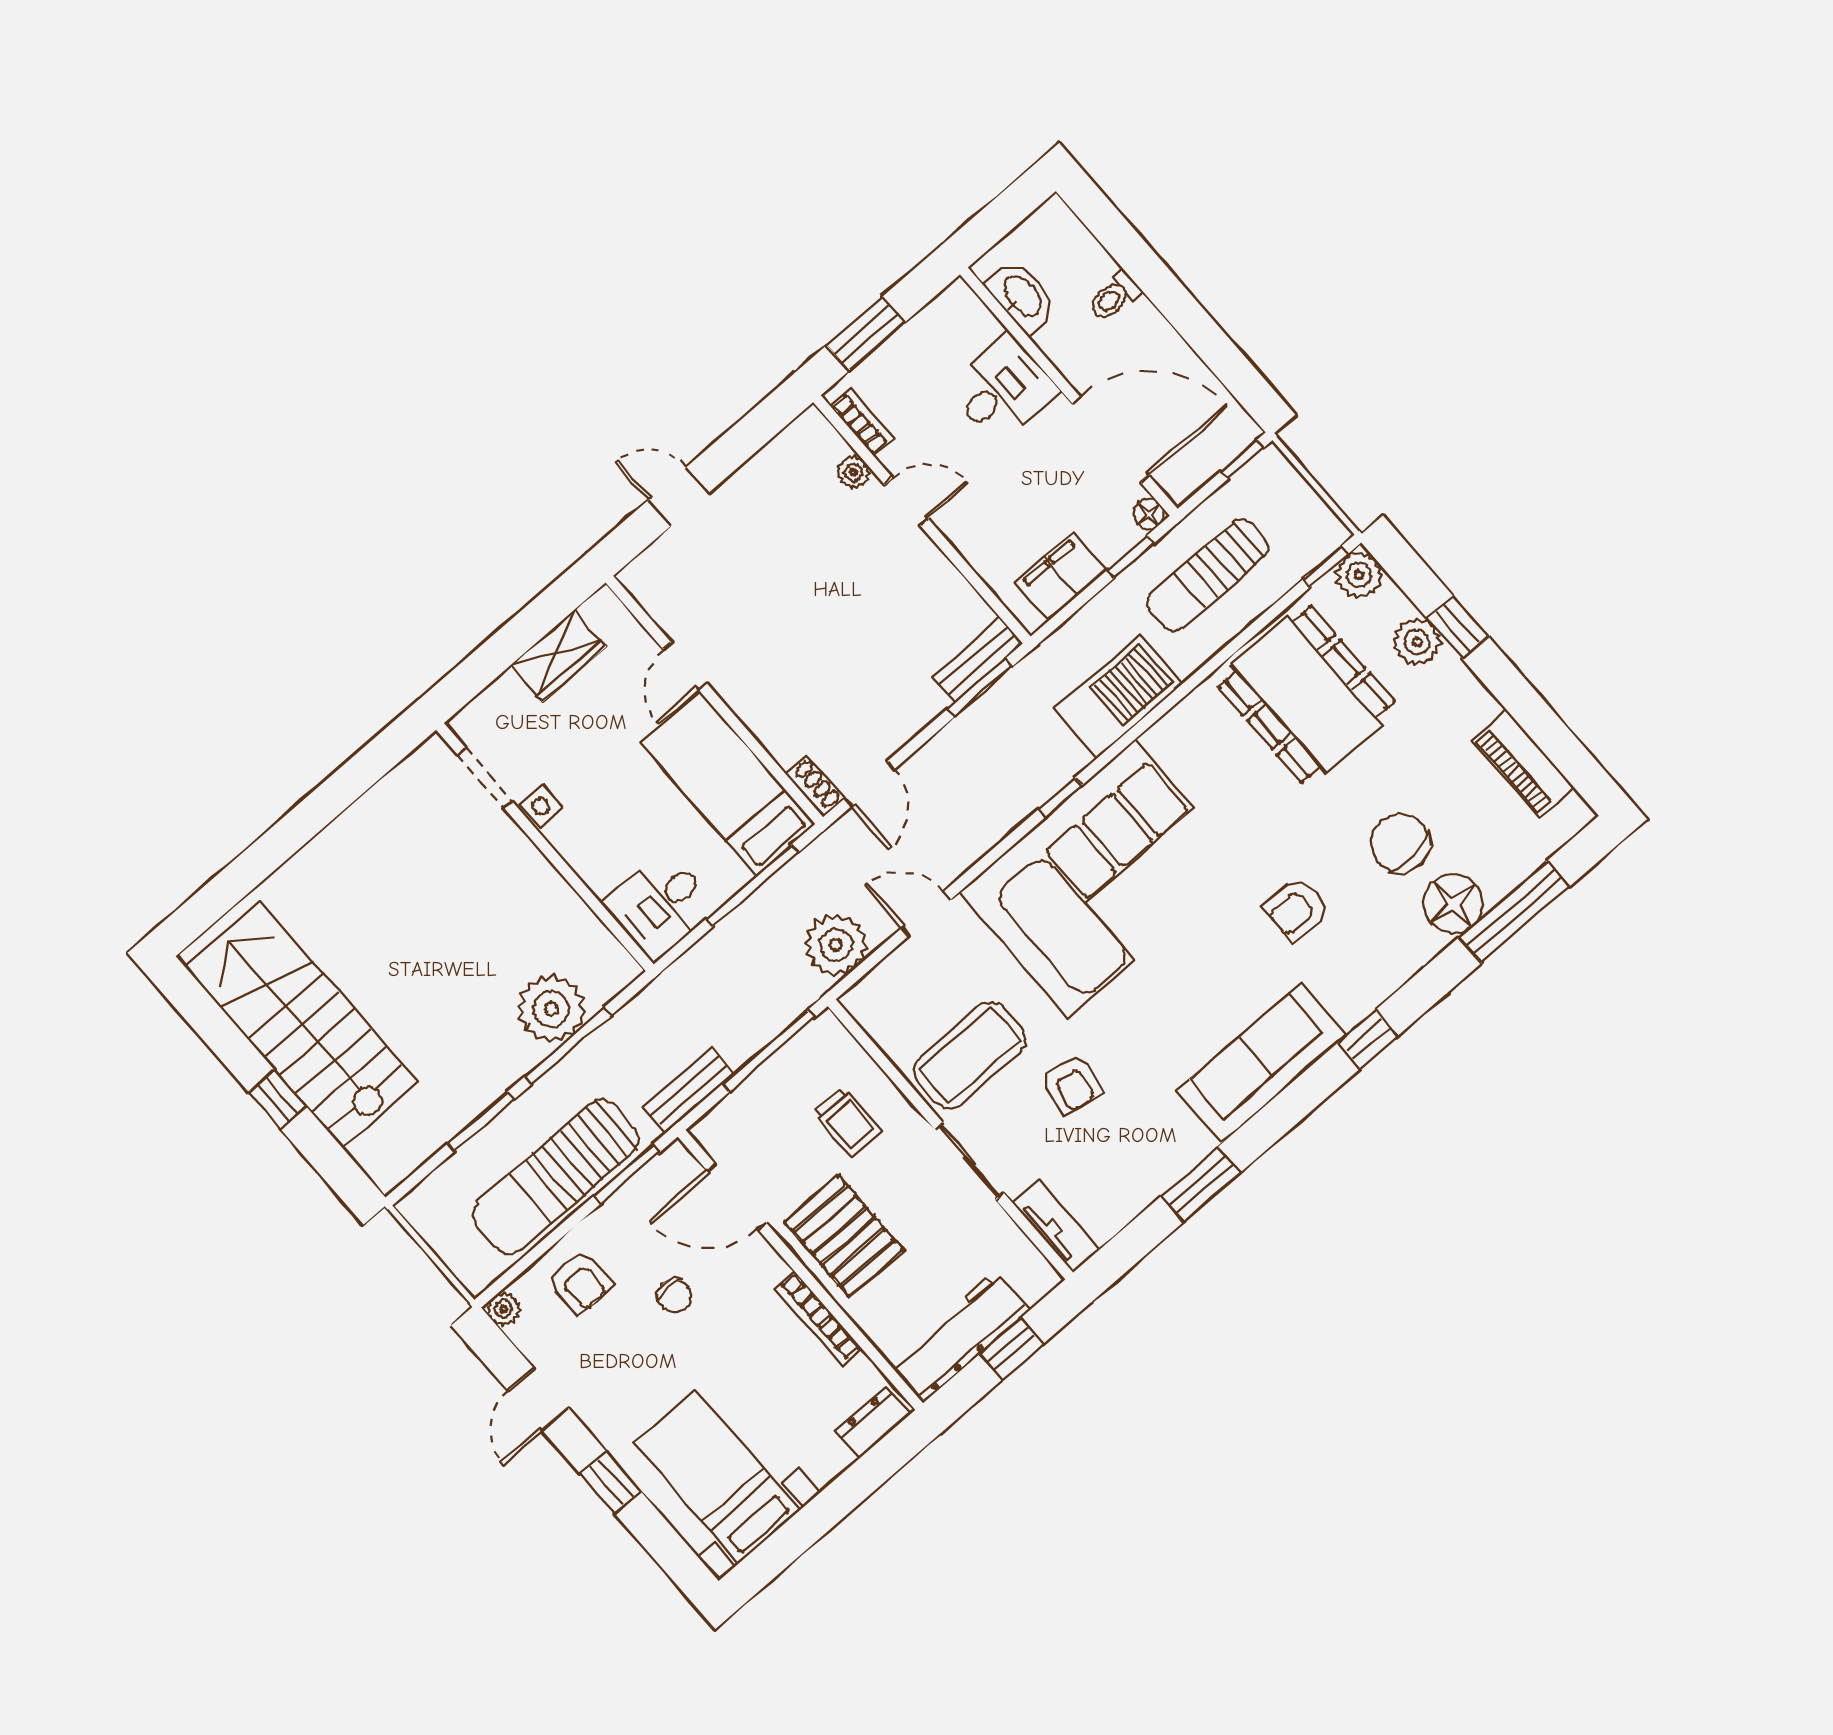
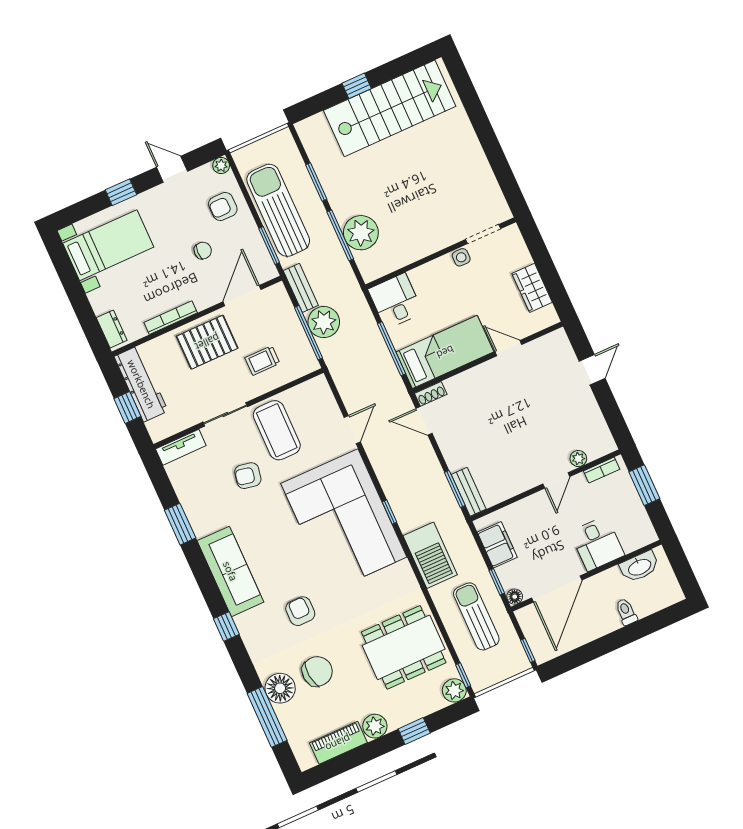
plant: (1417, 642) -> (375, 726), moved
plant: (836, 945) -> (324, 322), moved
chair: (674, 1296) -> (203, 251), turned 180

